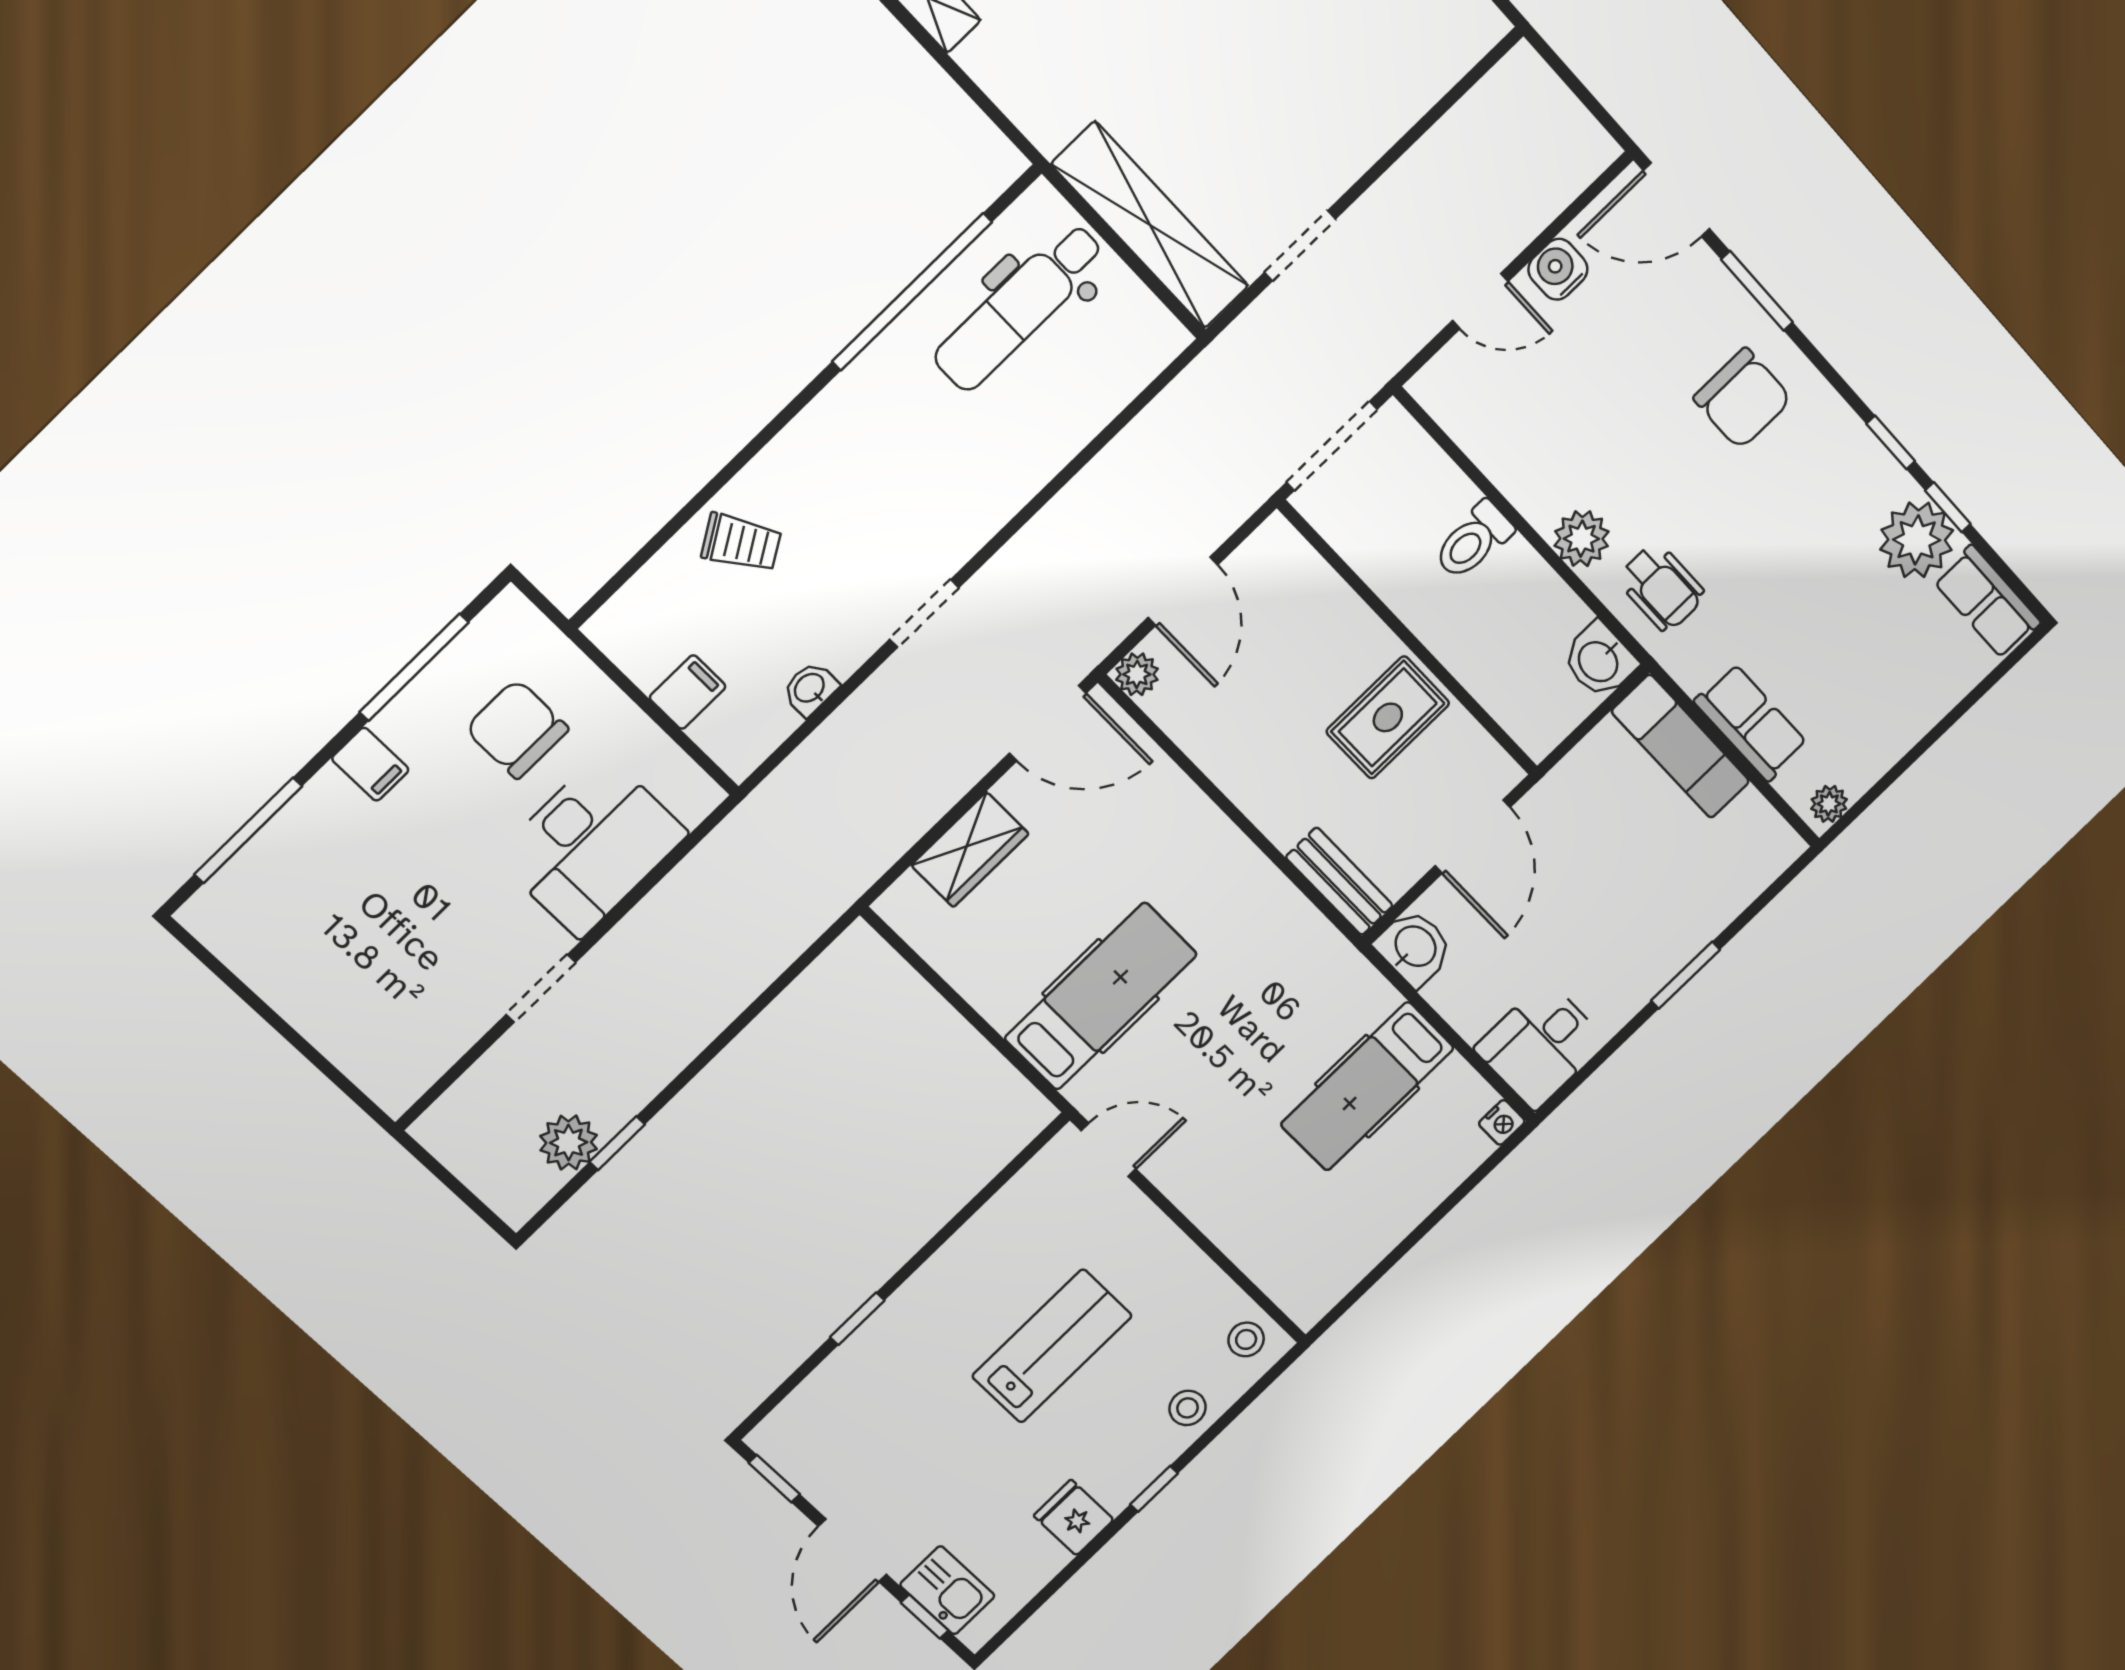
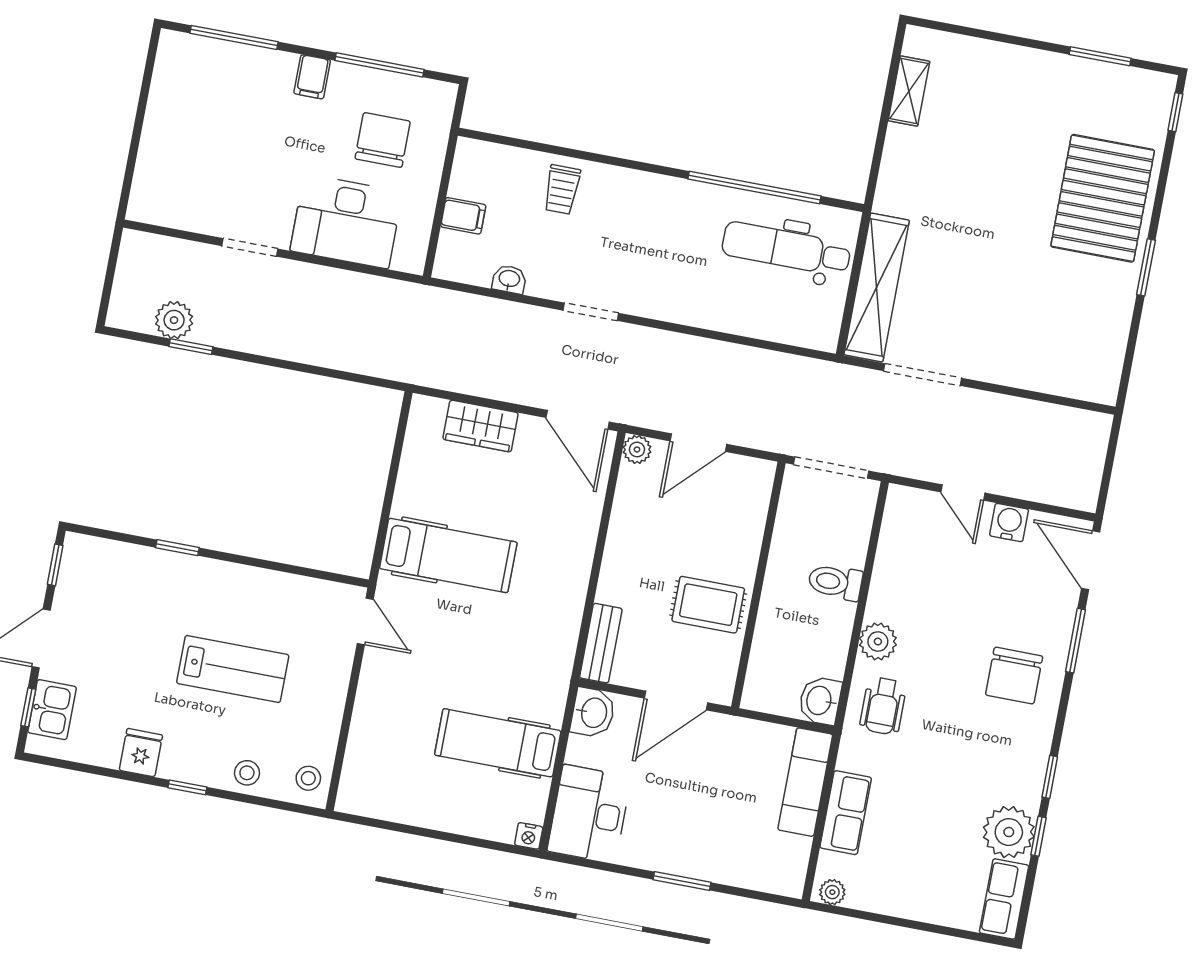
doorway: (1300, 246) -> (923, 375), width x1.38
trolley: (741, 543) -> (562, 190), turned 32
desk: (1541, 1045) -> (589, 814), width x1.37

